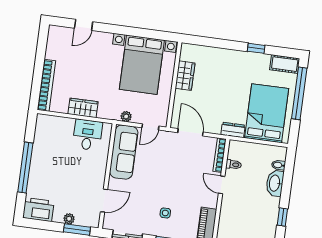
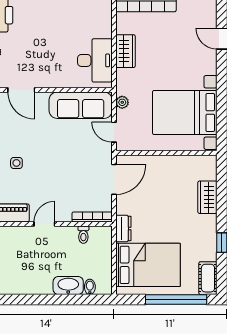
wardrobe: (185, 76) -> (207, 197), moved, turned 90
desk: (87, 135) -> (95, 60), width x1.37
door: (222, 185) -> (44, 224), moved
window: (282, 217) -> (30, 300), removed

